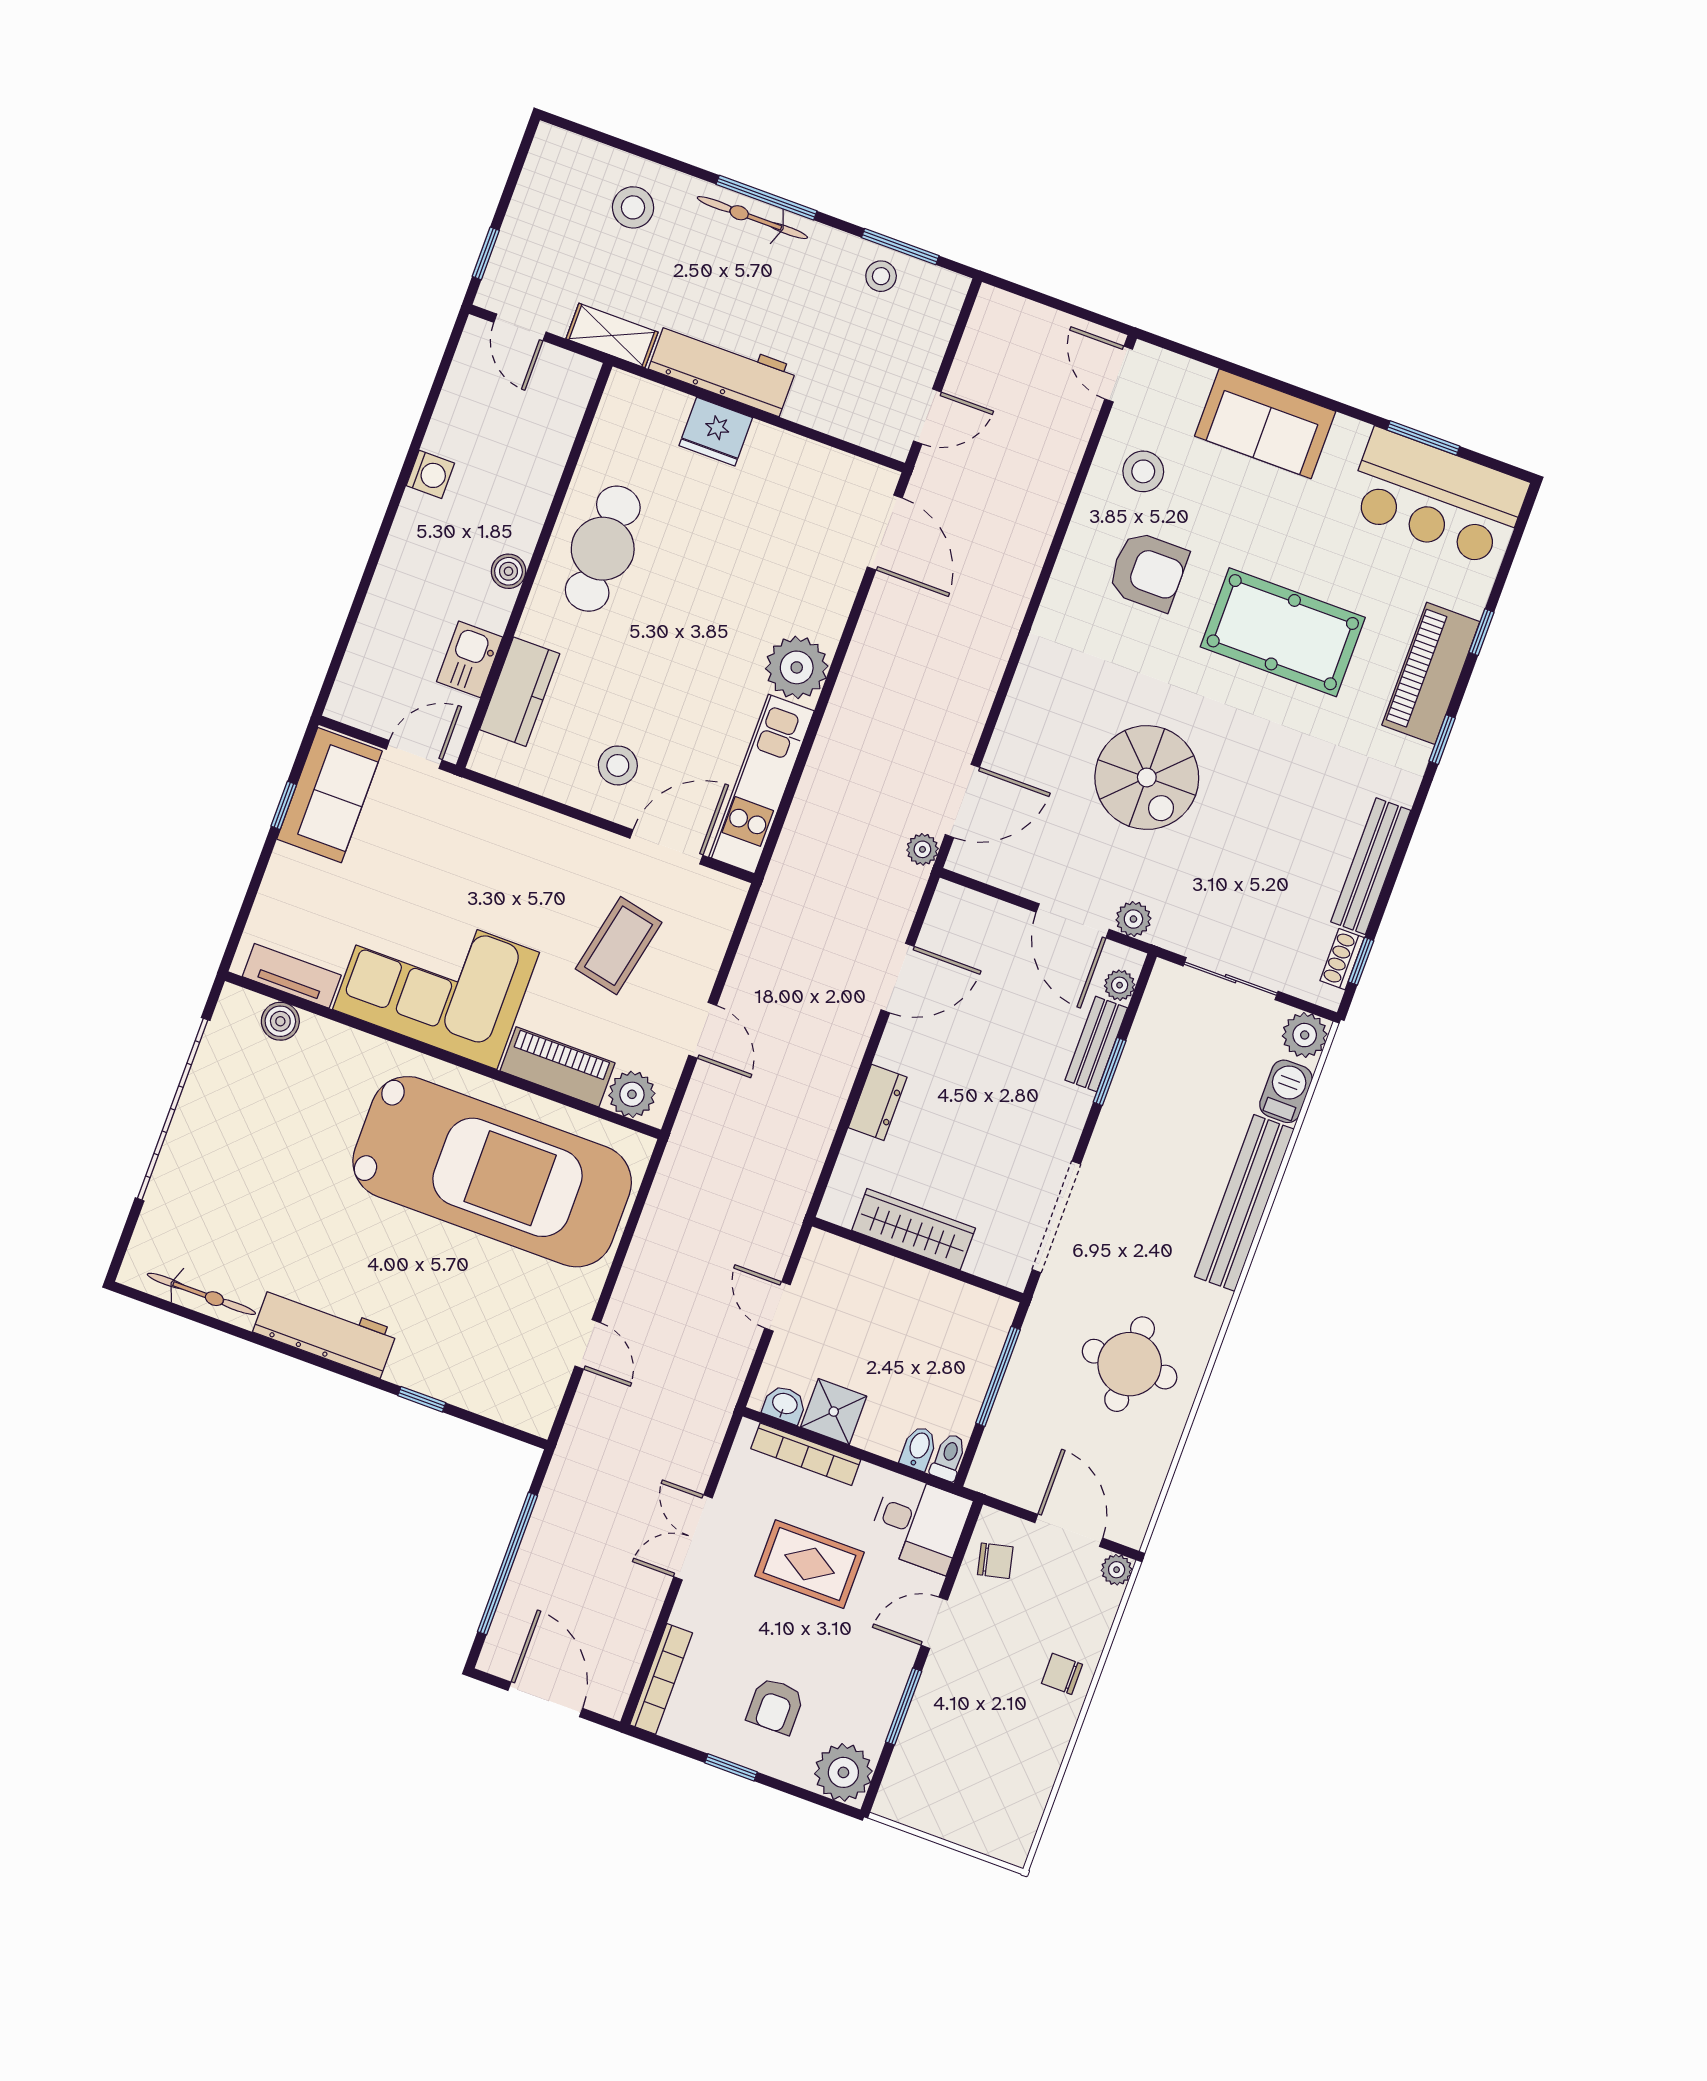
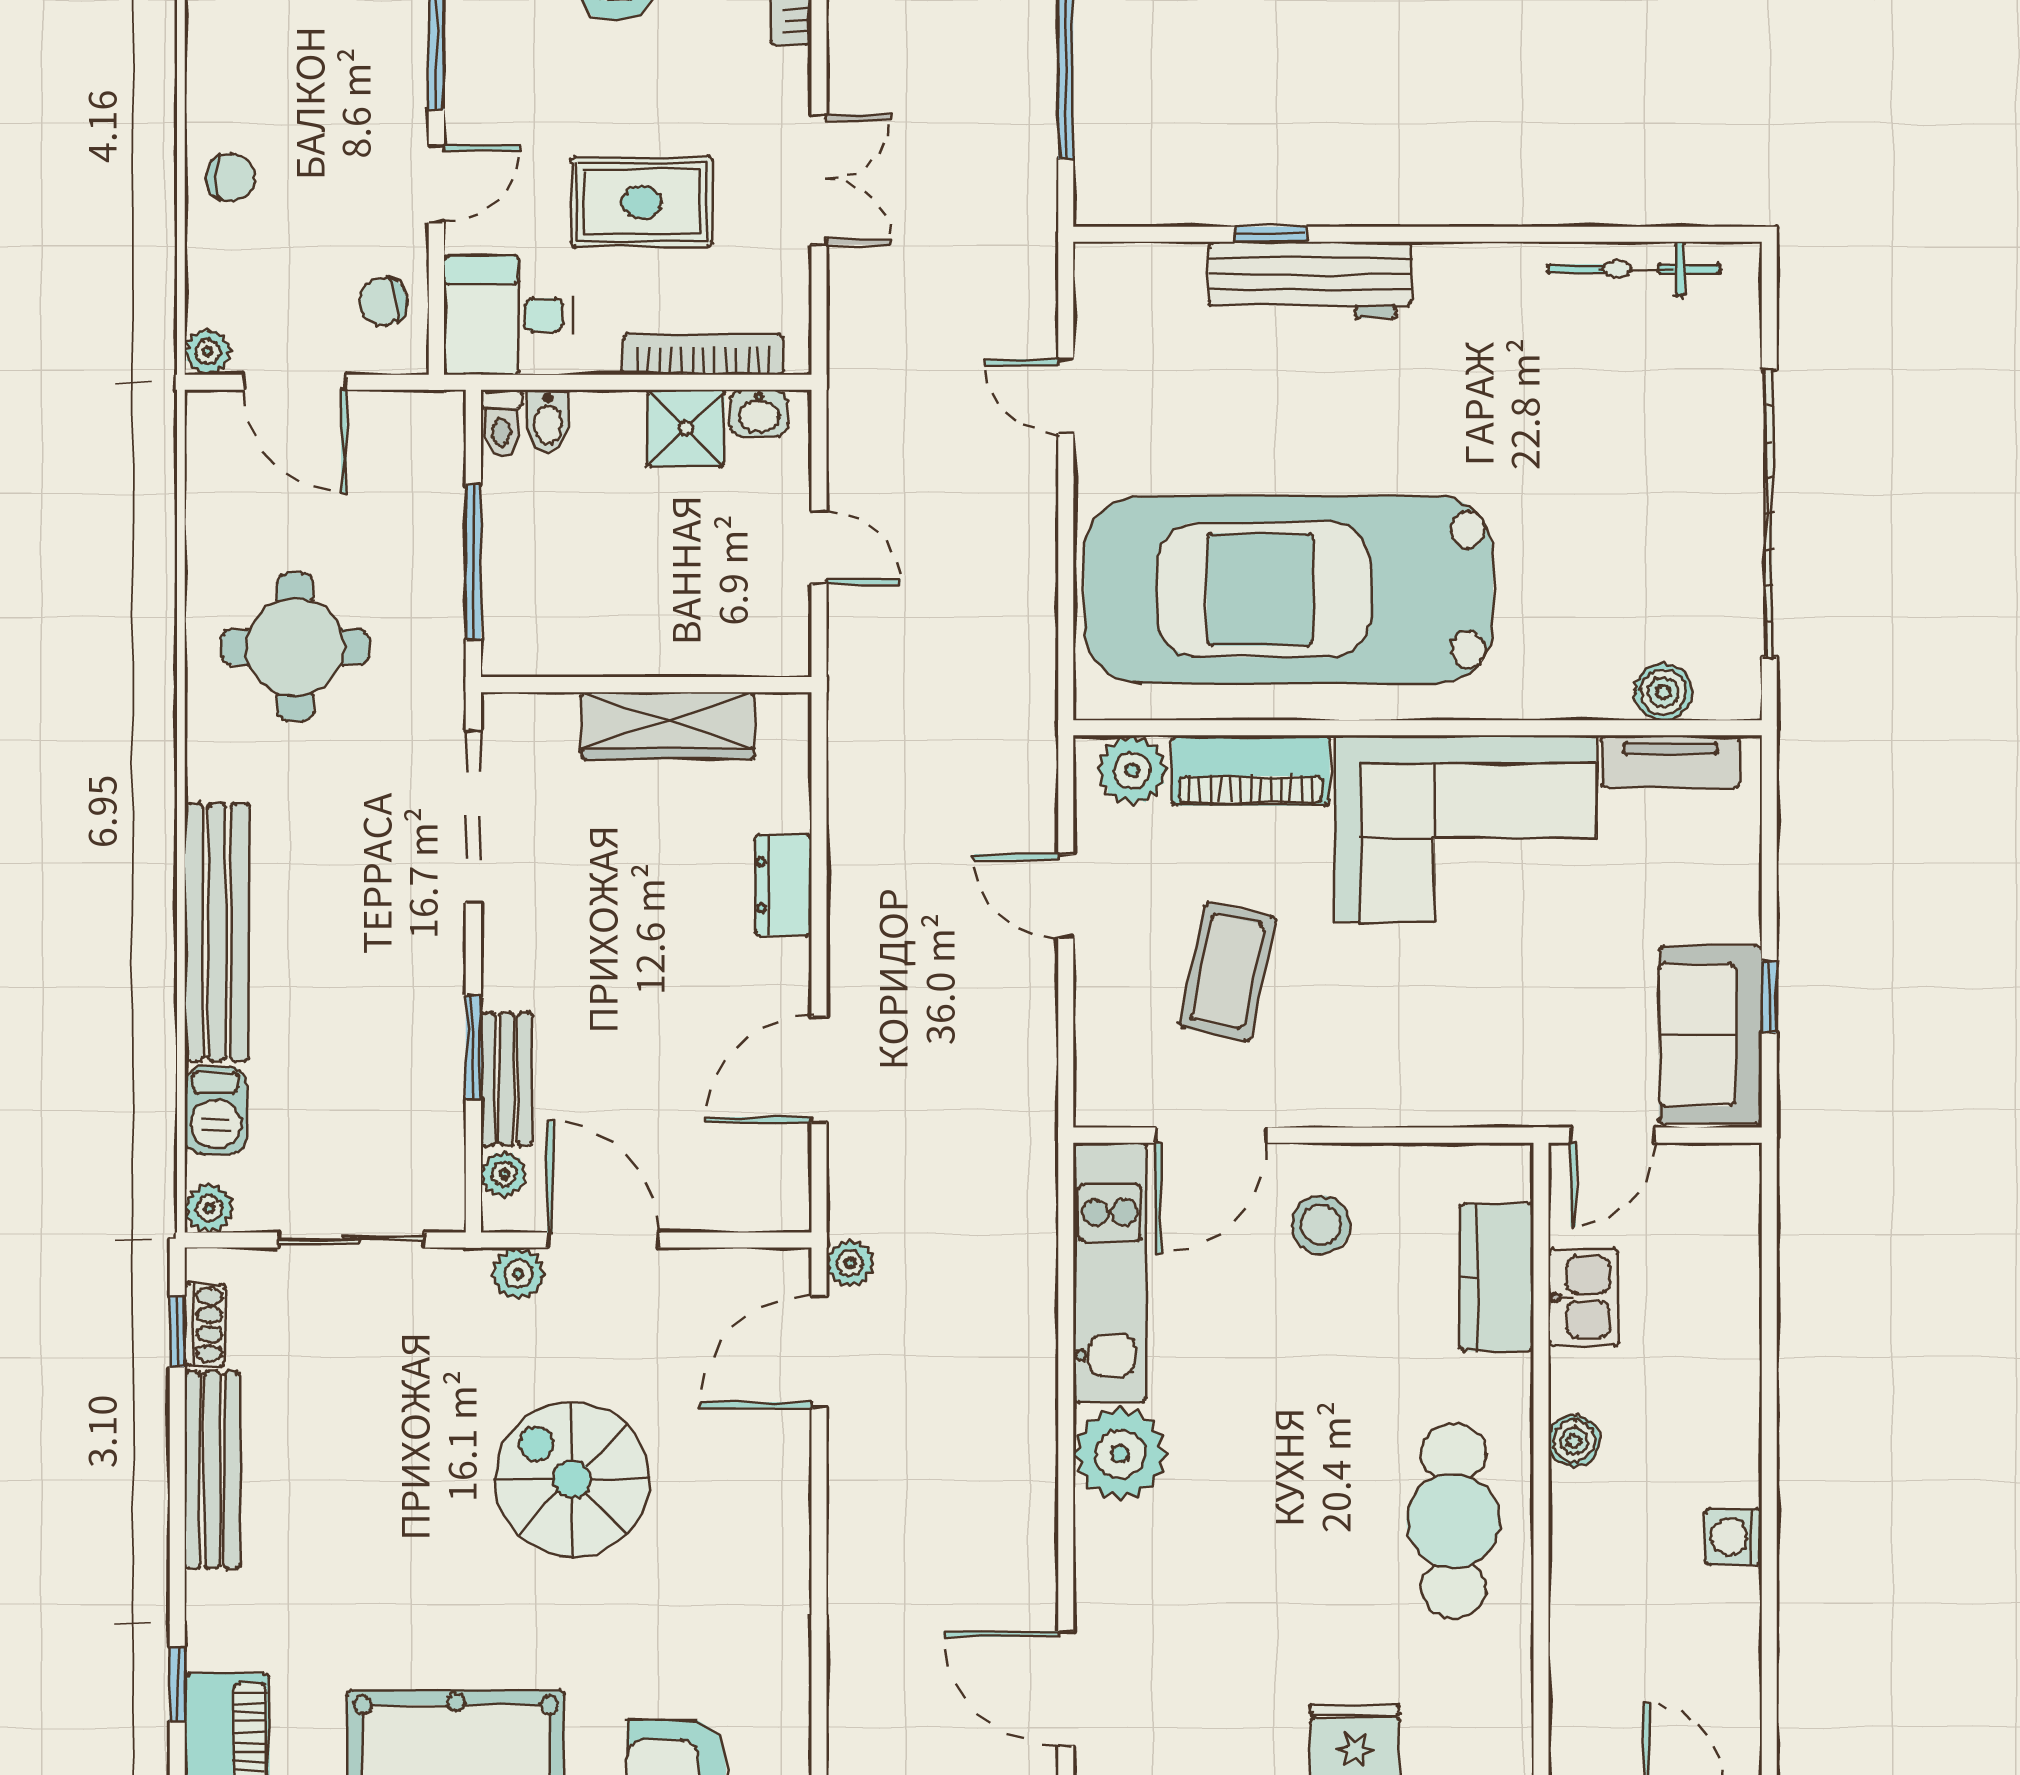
plant: (1305, 1035) -> (209, 1208), width x0.73, depth x0.73
workbench: (325, 1331) -> (1310, 280), moved

